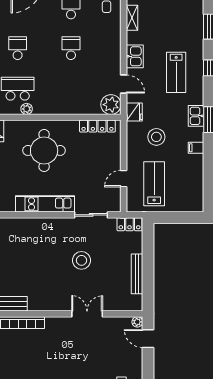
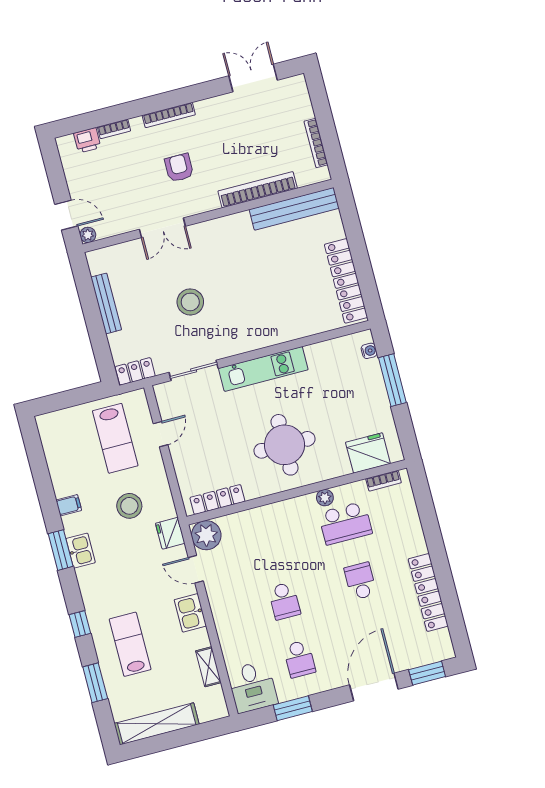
school desk: (18, 48) -> (360, 581), turned 180
lab bench: (176, 72) -> (130, 644), moved
armchair: (66, 350) -> (179, 168), added

